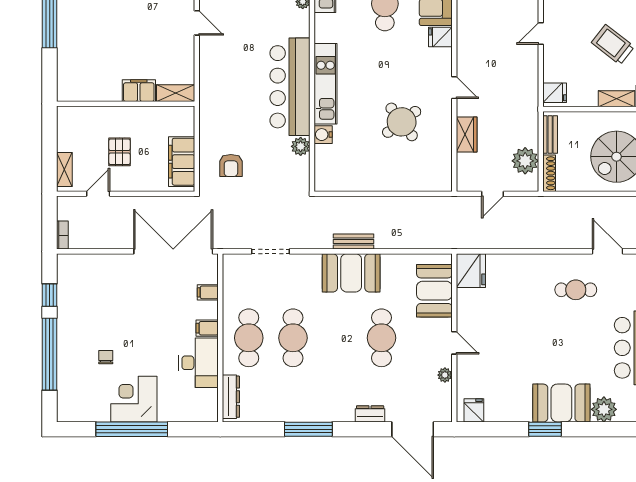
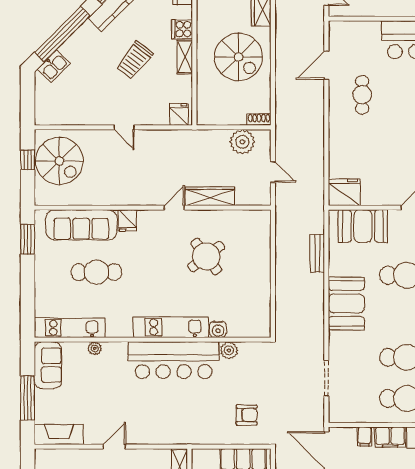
wardrobe: (467, 134) -> (210, 196), width x1.50
bench: (550, 134) -> (218, 119), removed
shoe rack: (549, 173) -> (259, 120), width x0.70
bench: (354, 242) -> (317, 253), moved
filing cabinet: (207, 328) -> (390, 437), width x2.00

